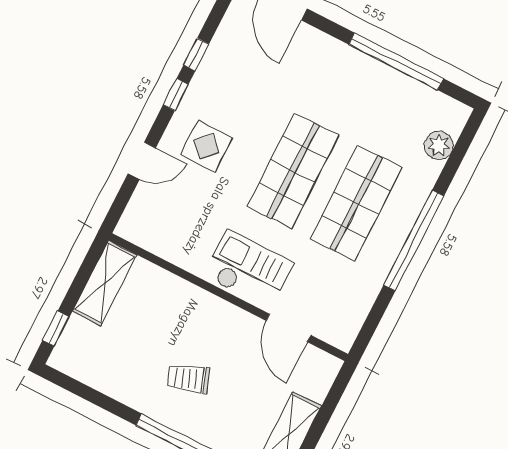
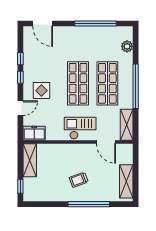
freezer: (144, 230) -> (34, 133), added
shelving: (352, 313) -> (127, 125), added

